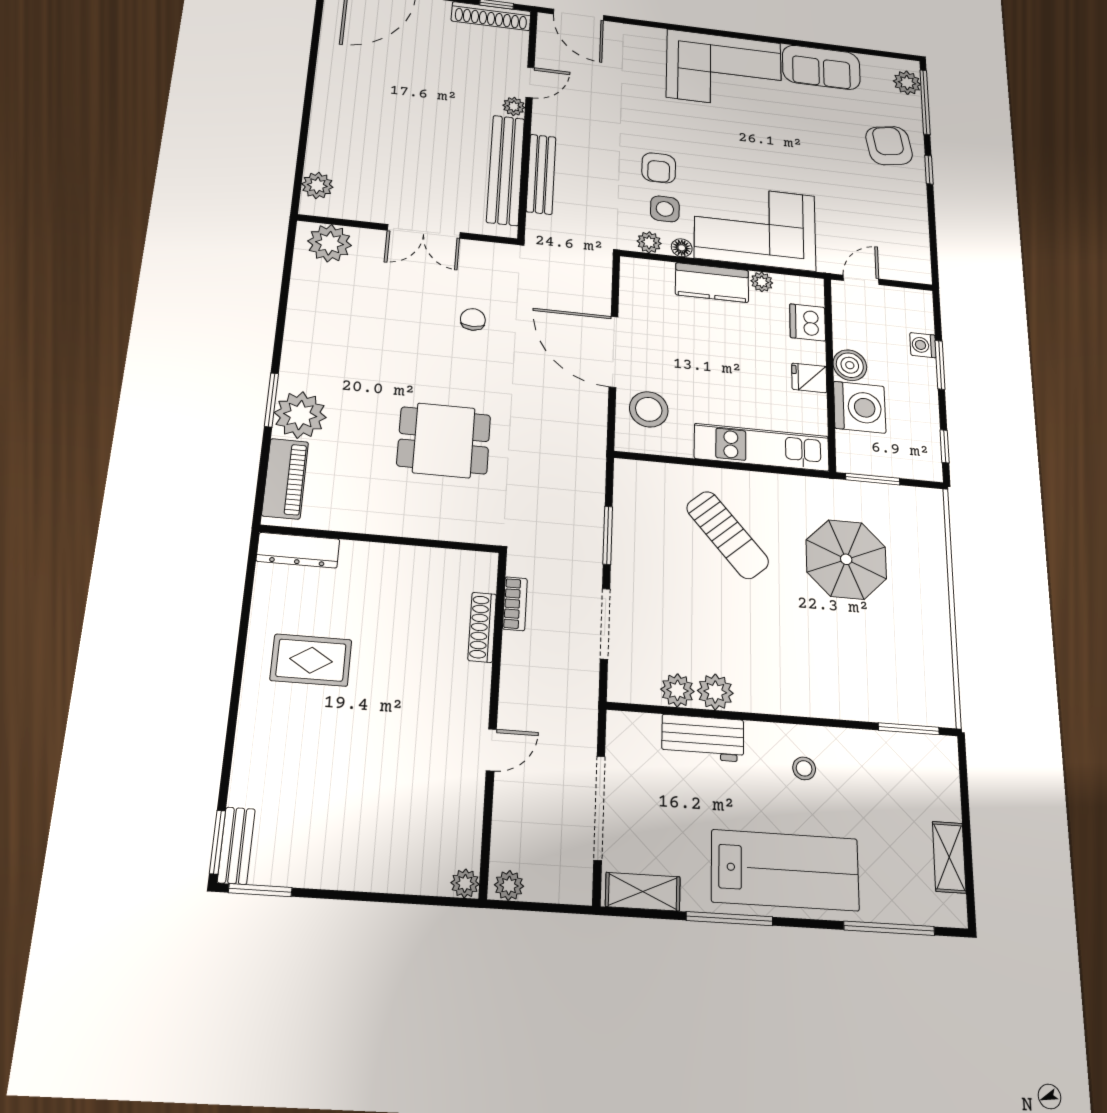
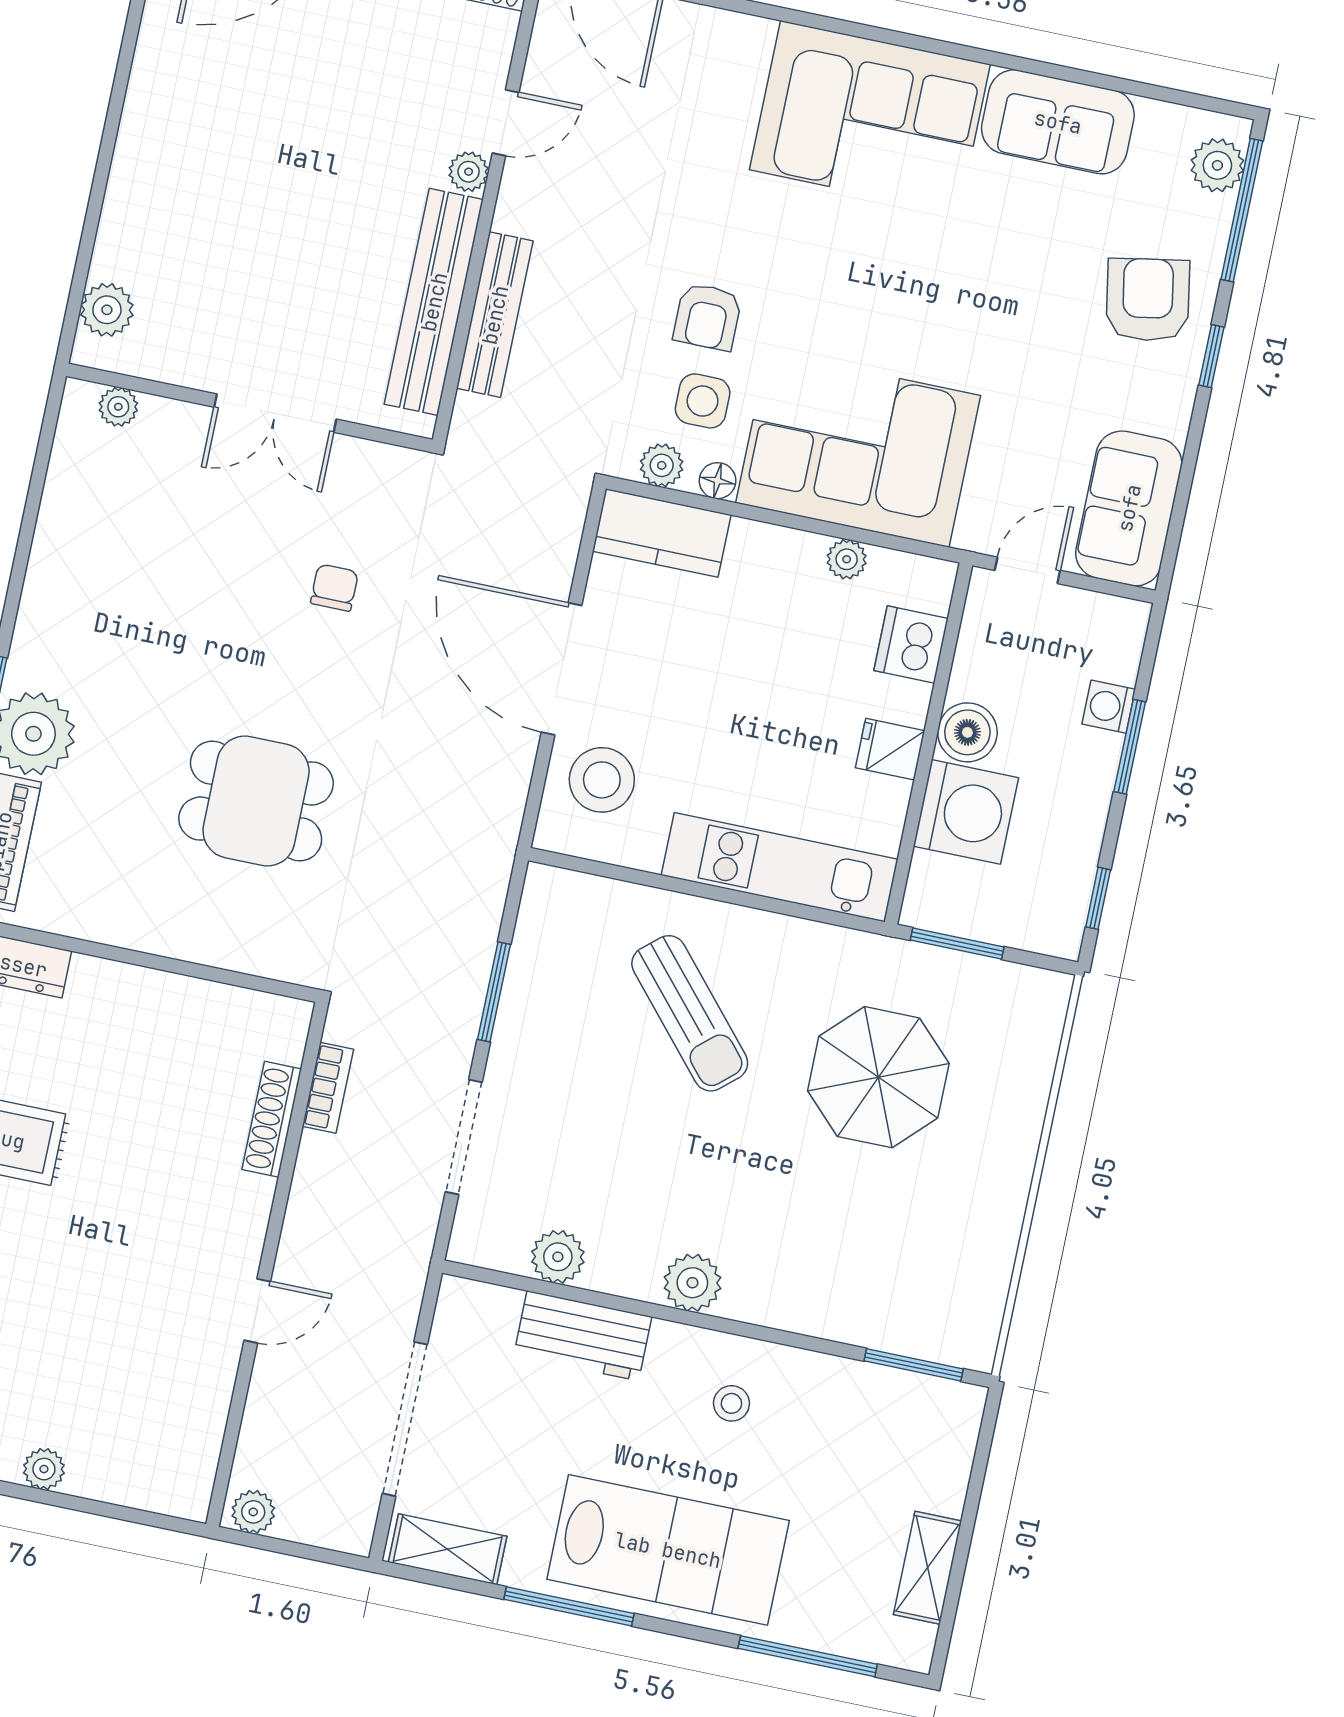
plant: (329, 243) -> (118, 407), width x0.53, depth x0.53
sofa: (907, 245) -> (1129, 508), added
kitchen counter: (712, 283) -> (662, 533), moved
plant: (715, 692) -> (692, 1283), moved
plant: (465, 883) -> (44, 1469), moved

